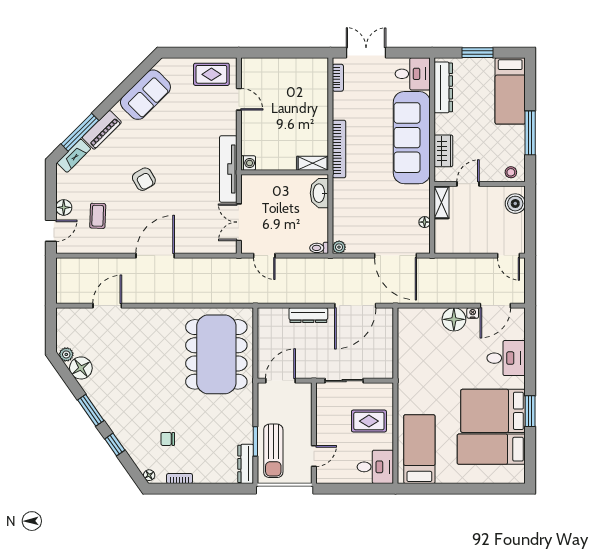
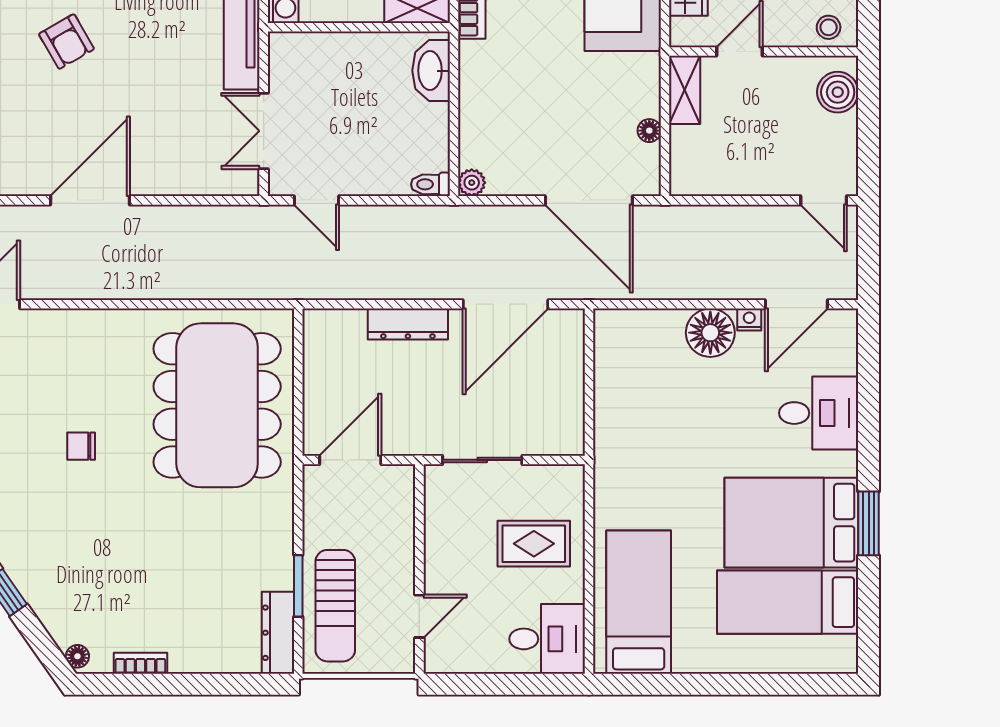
chair: (168, 439) -> (81, 446), moved

